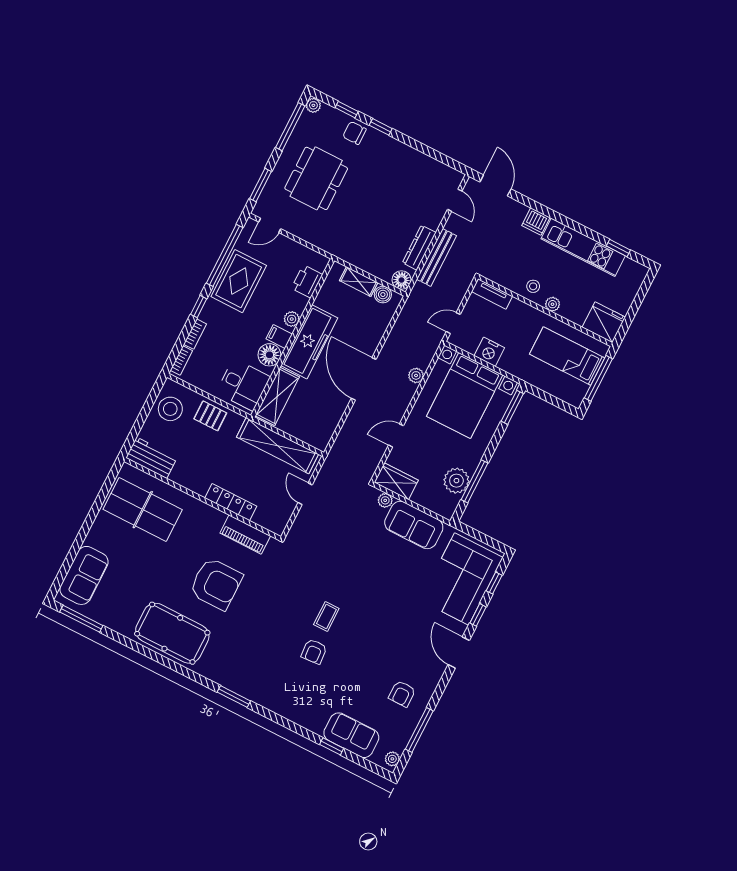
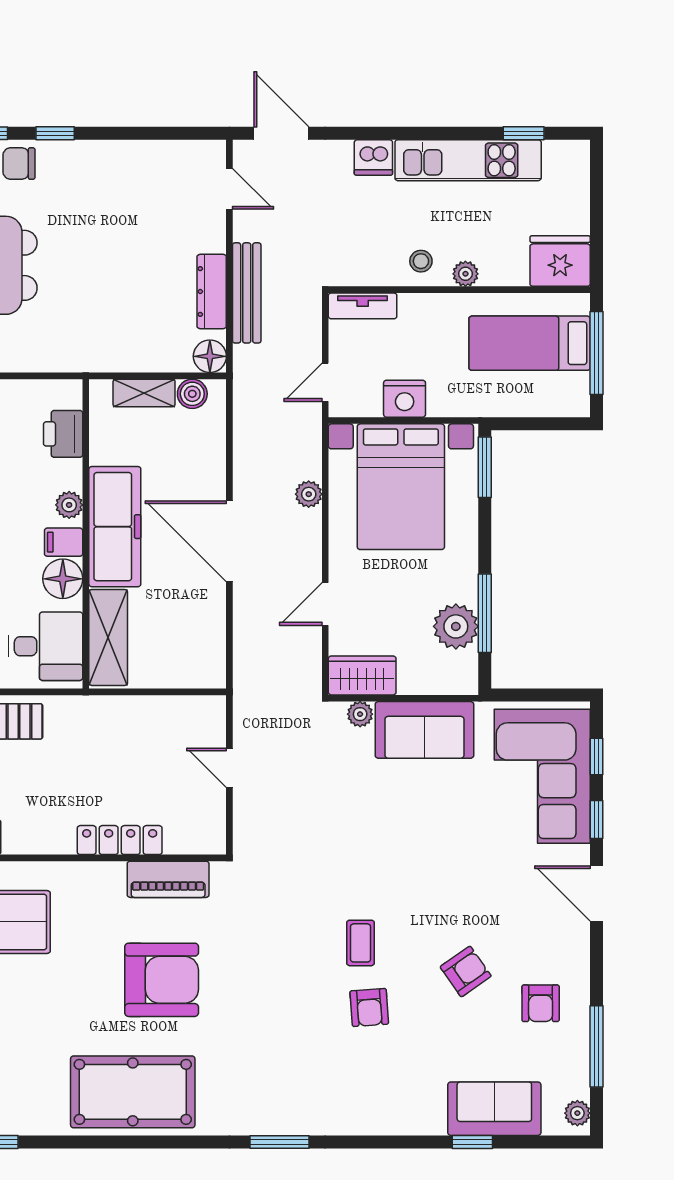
shelving: (277, 446) -> (148, 714), removed
armchair: (372, 658) -> (466, 971), added

